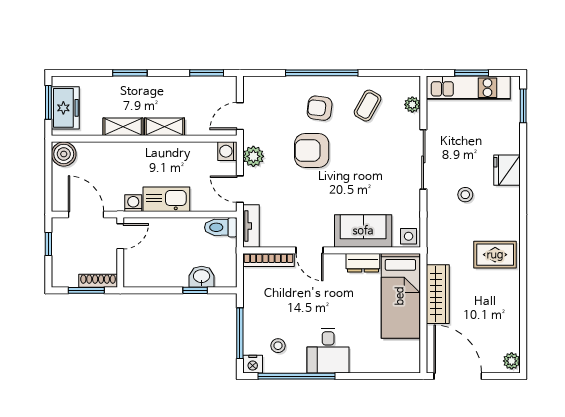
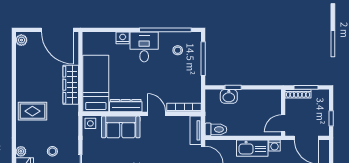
plant: (512, 195) -> (21, 151), added
dresser: (363, 263) -> (126, 106), width x1.44
nightstand: (253, 364) -> (123, 38), moved

